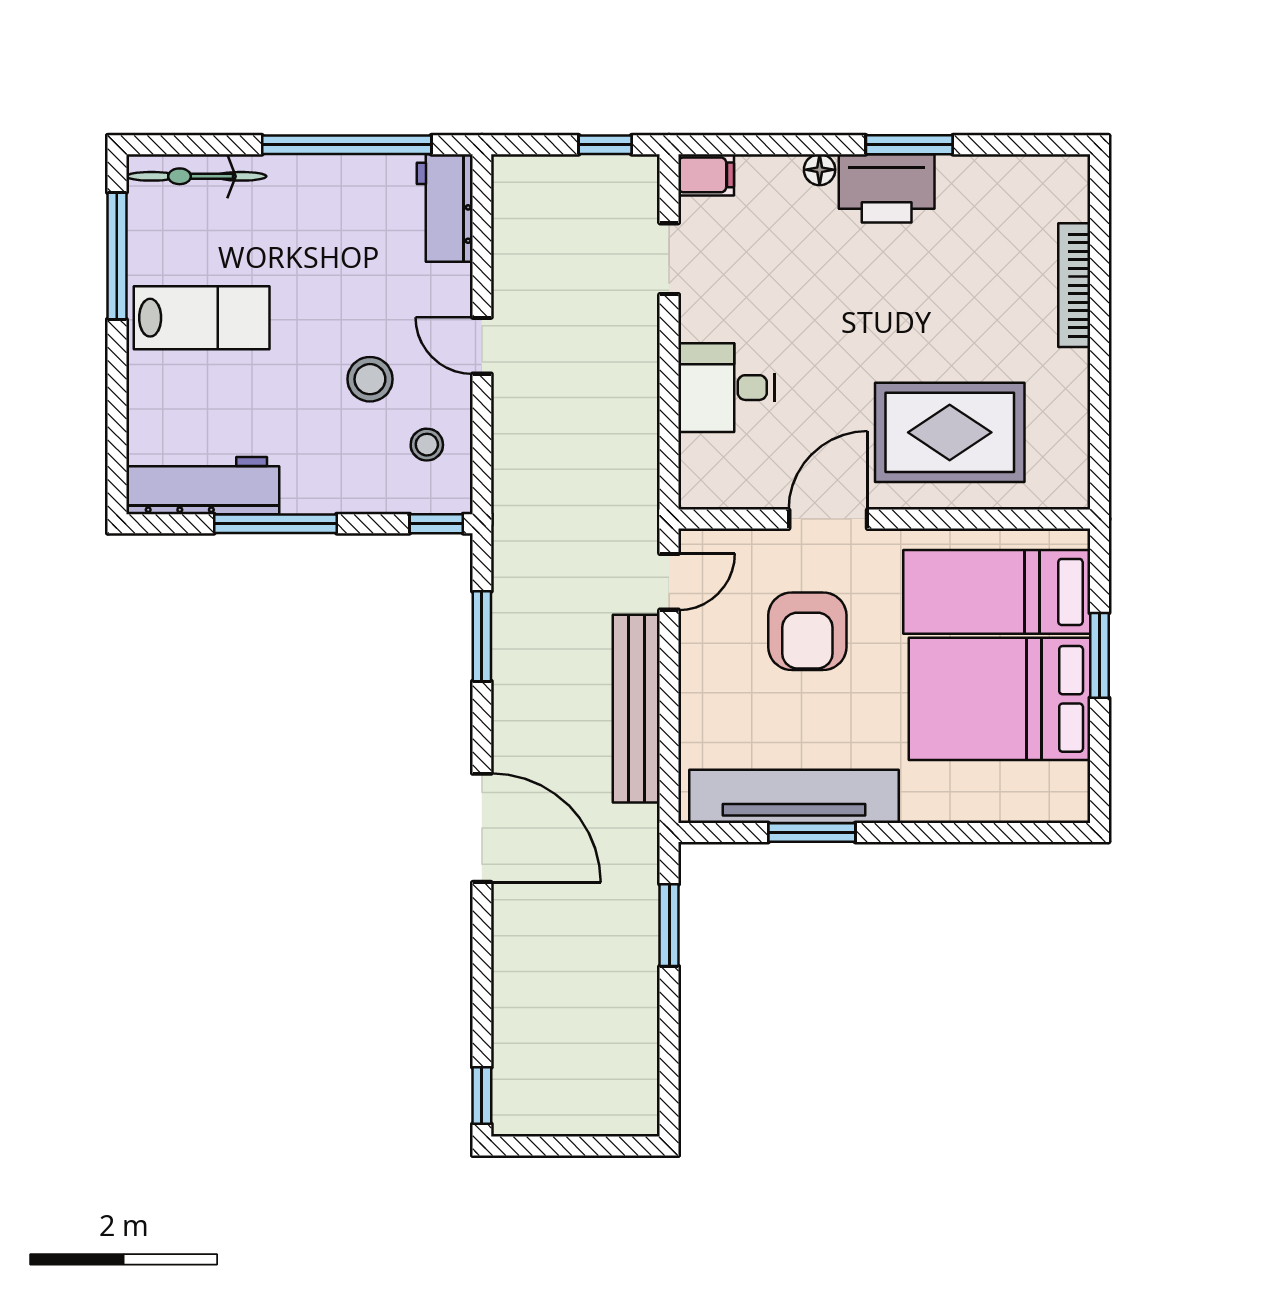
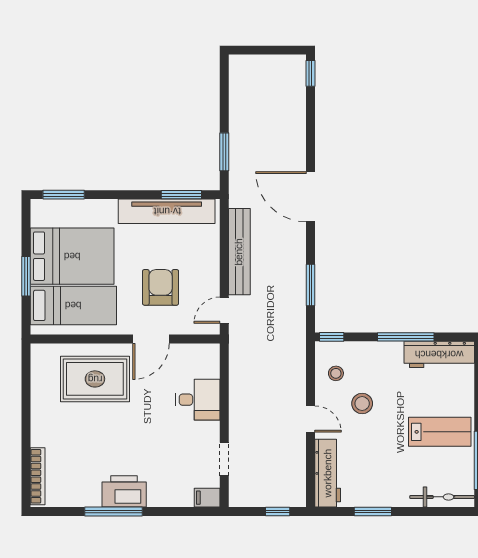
window: (347, 145) -> (373, 512), width x0.47
window: (605, 145) -> (278, 512), moved
window: (909, 145) -> (114, 512), width x1.44
floor lamp: (820, 170) -> (155, 500), removed
workbench: (445, 208) -> (328, 473), width x1.38
bookcase: (1074, 285) -> (38, 476), moved
lab bench: (202, 318) -> (440, 432), turned 180
window: (812, 833) -> (181, 195), moved
window: (1018, 833) -> (64, 195), added

